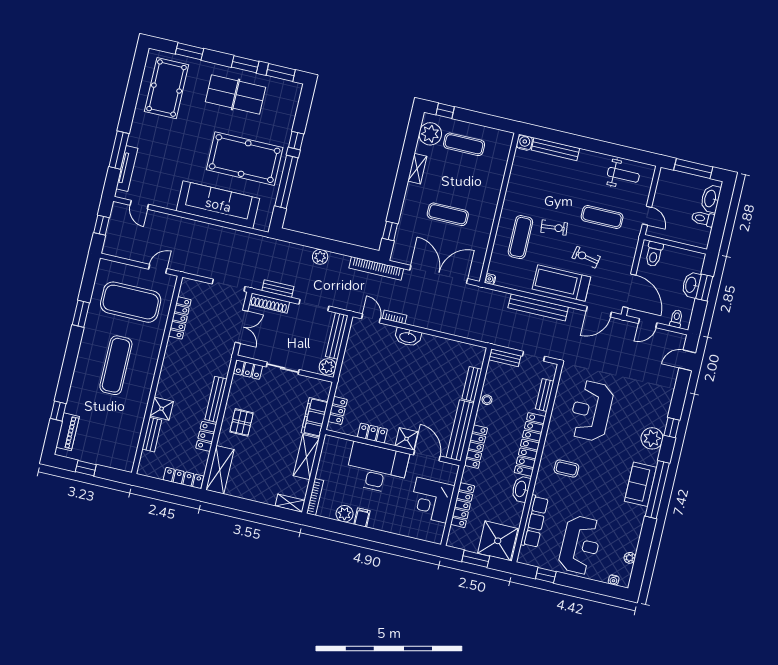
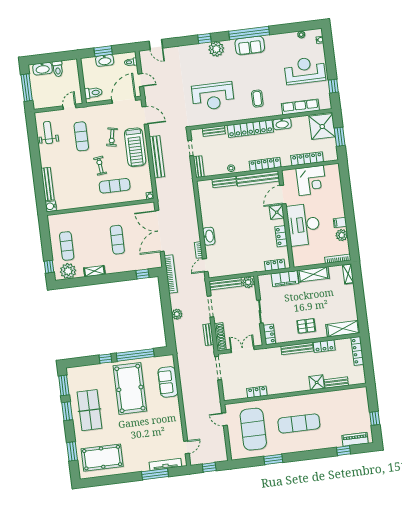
sofa: (218, 205) -> (168, 382), width x0.54, depth x0.79
locker: (180, 318) -> (257, 392), width x0.66

